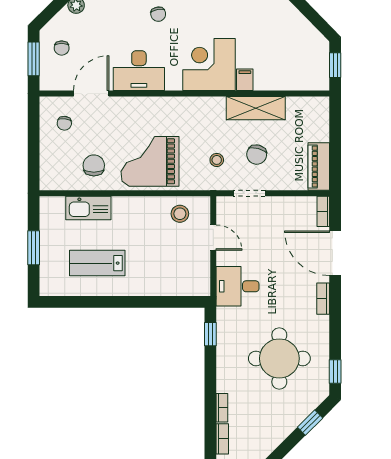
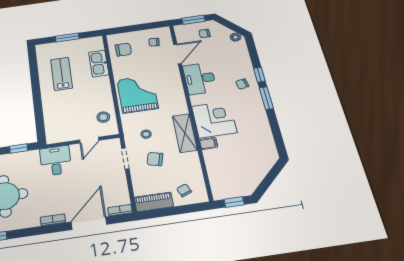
door: (91, 93) -> (178, 54), hinge flipped
shelving: (256, 108) -> (185, 133), moved
chair: (309, 125) -> (184, 190), added
chair: (94, 165) -> (123, 50), moved

